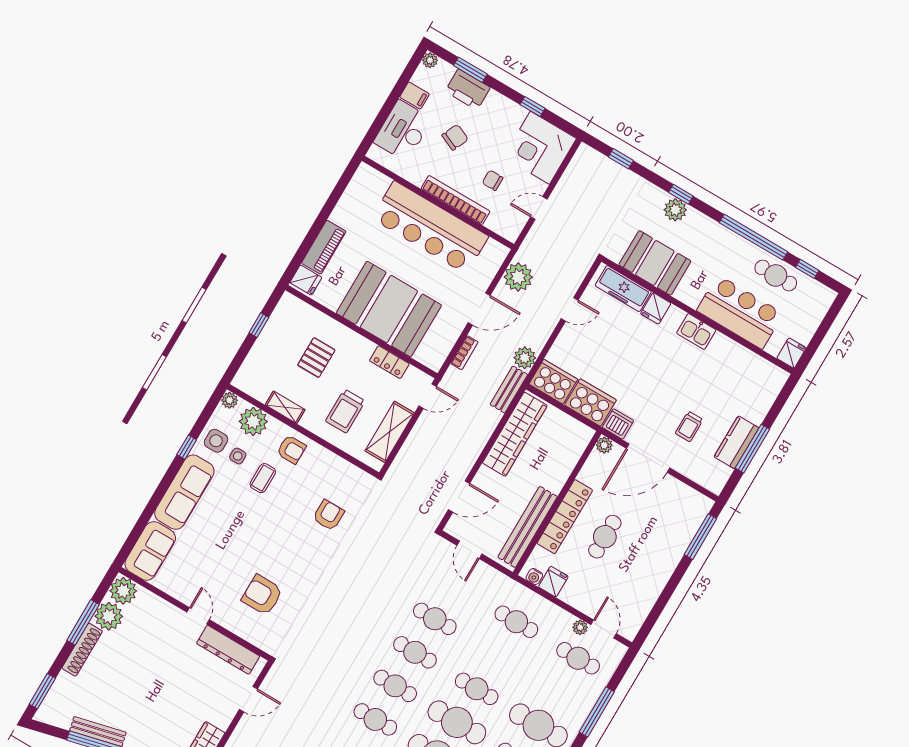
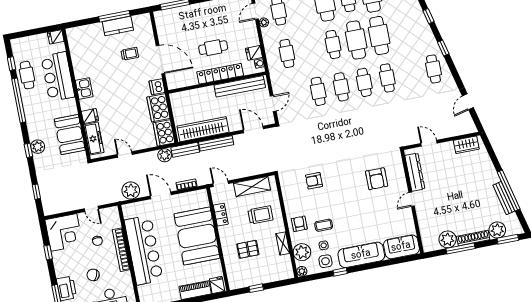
bench: (483, 435) -> (216, 143), added
plant: (604, 445) -> (172, 84), removed
plant: (123, 591) -> (497, 230), moved

